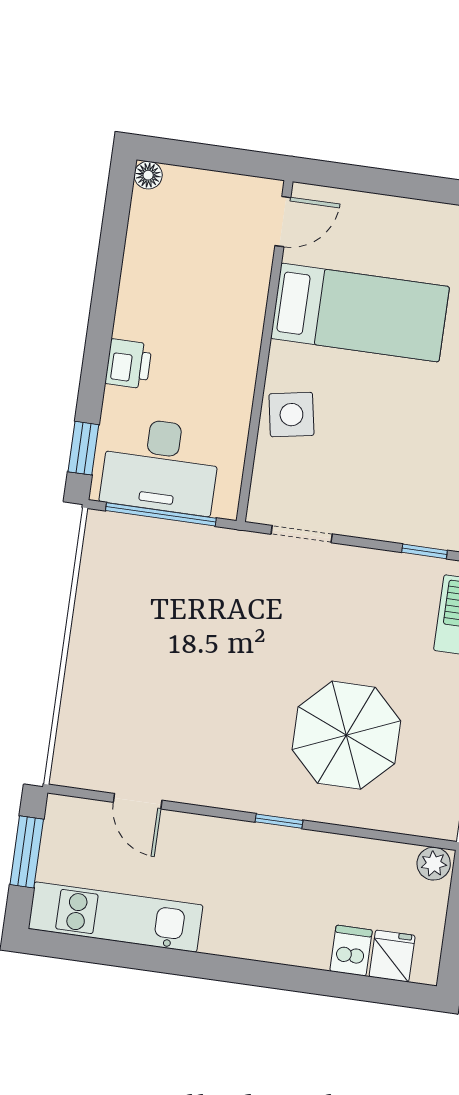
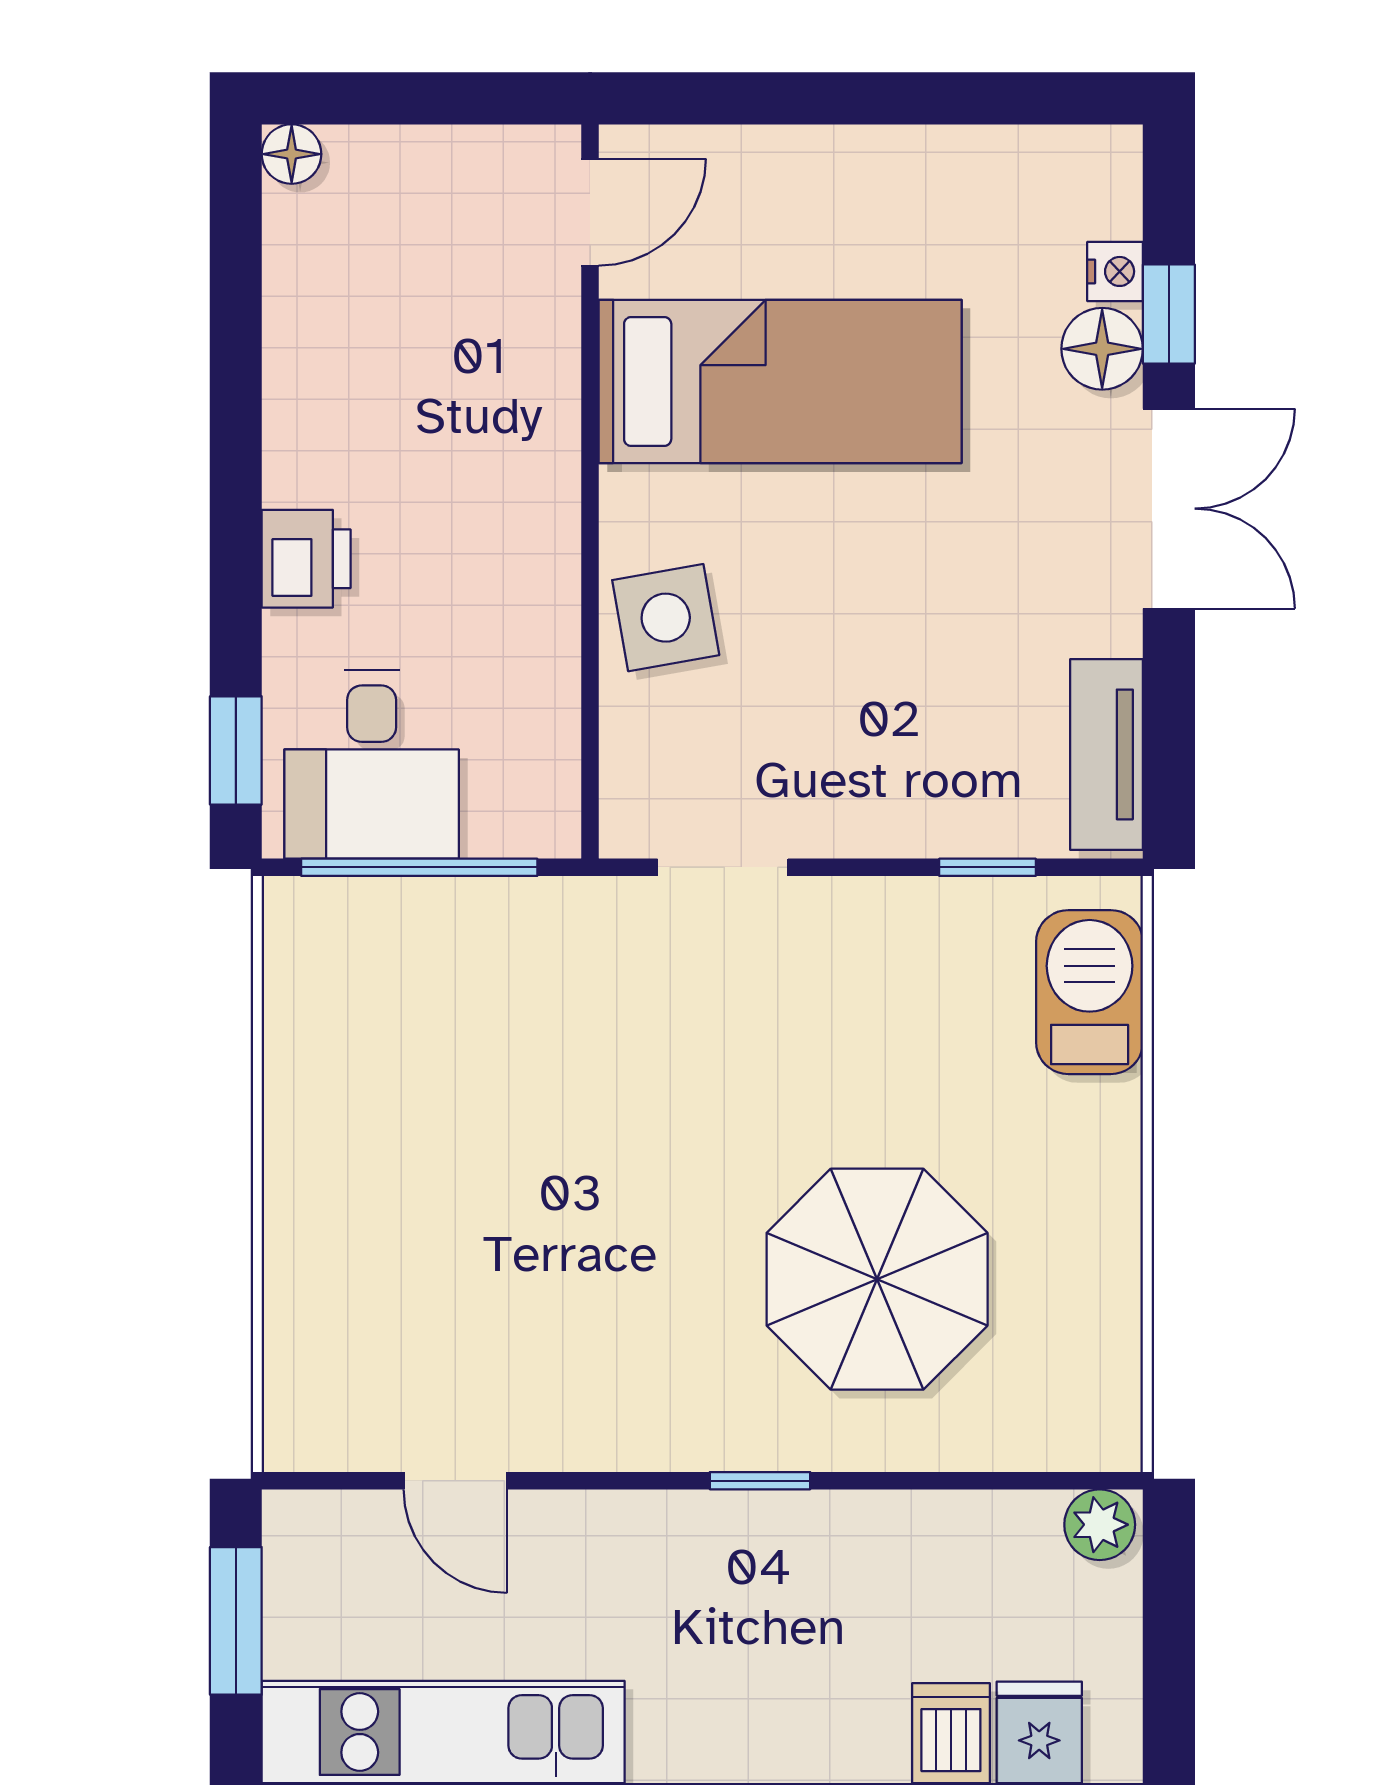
desk: (161, 466) -> (372, 764), width x0.73

